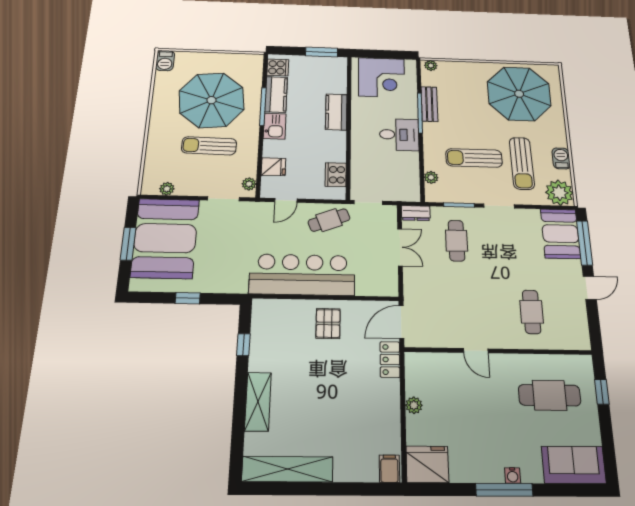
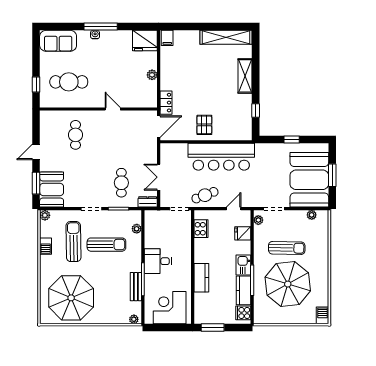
plant: (559, 193) -> (45, 215), width x0.53, depth x0.53
window: (584, 243) -> (36, 183), width x0.69

